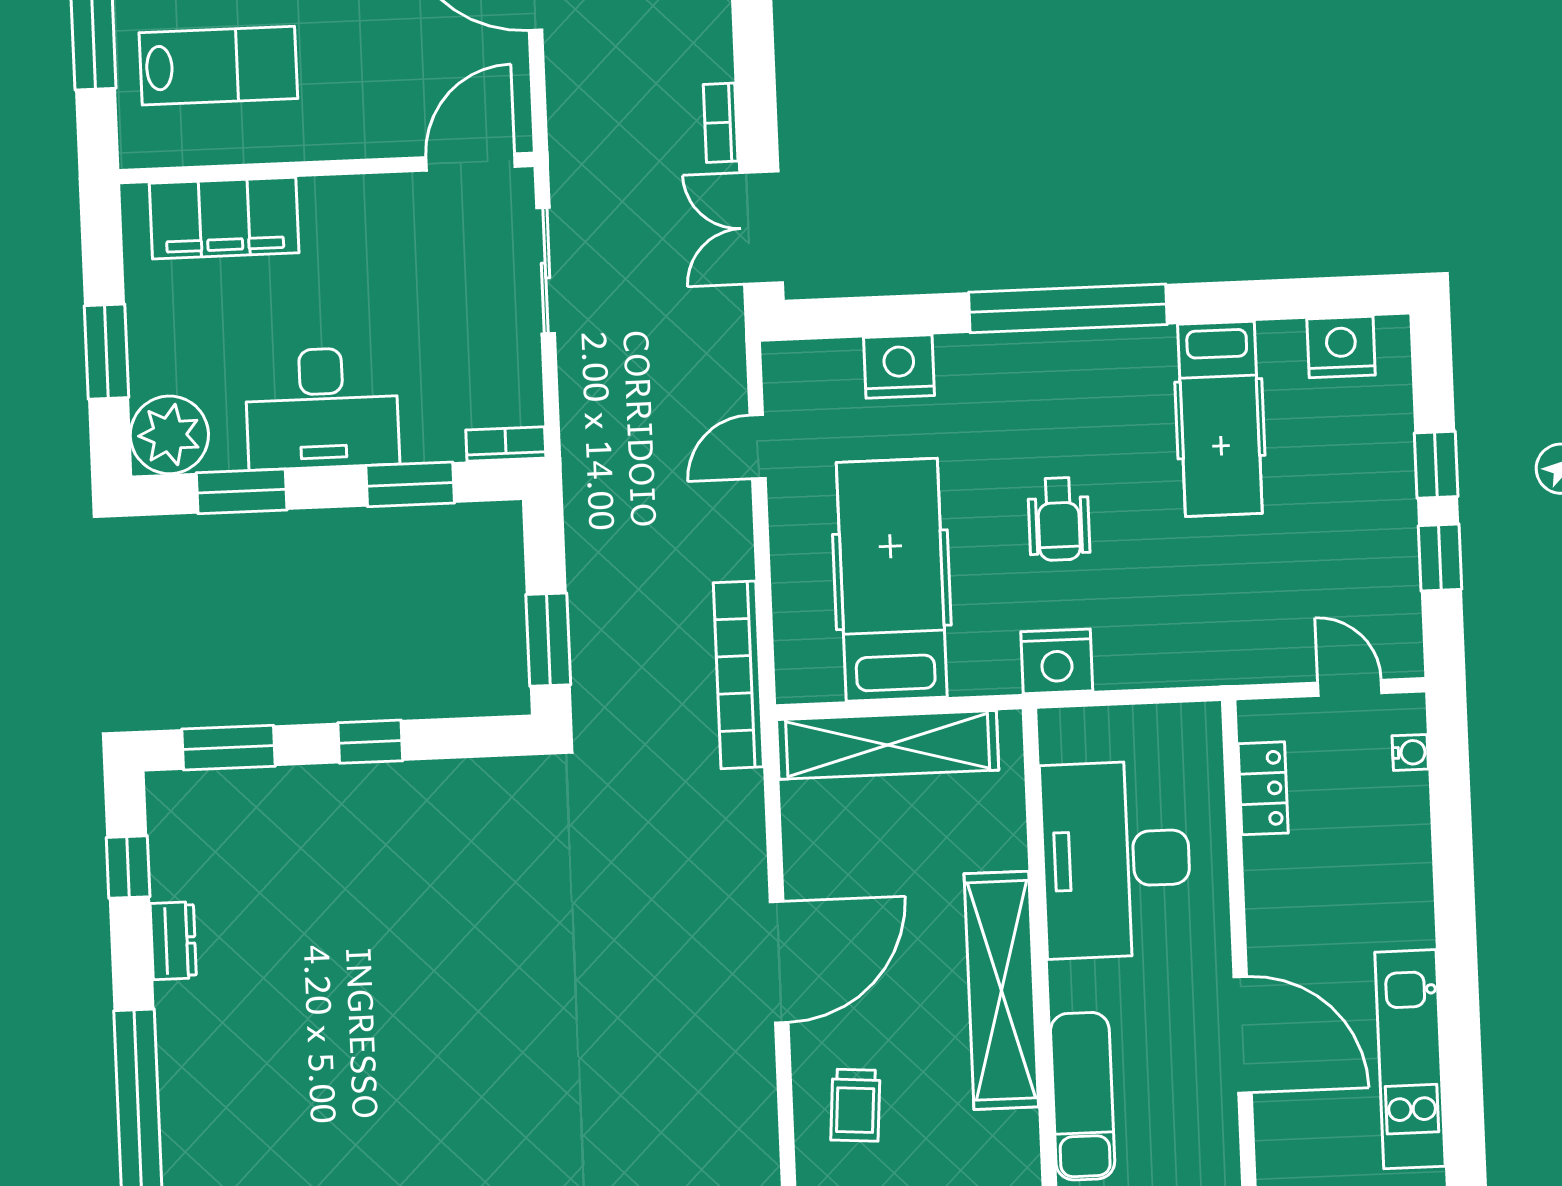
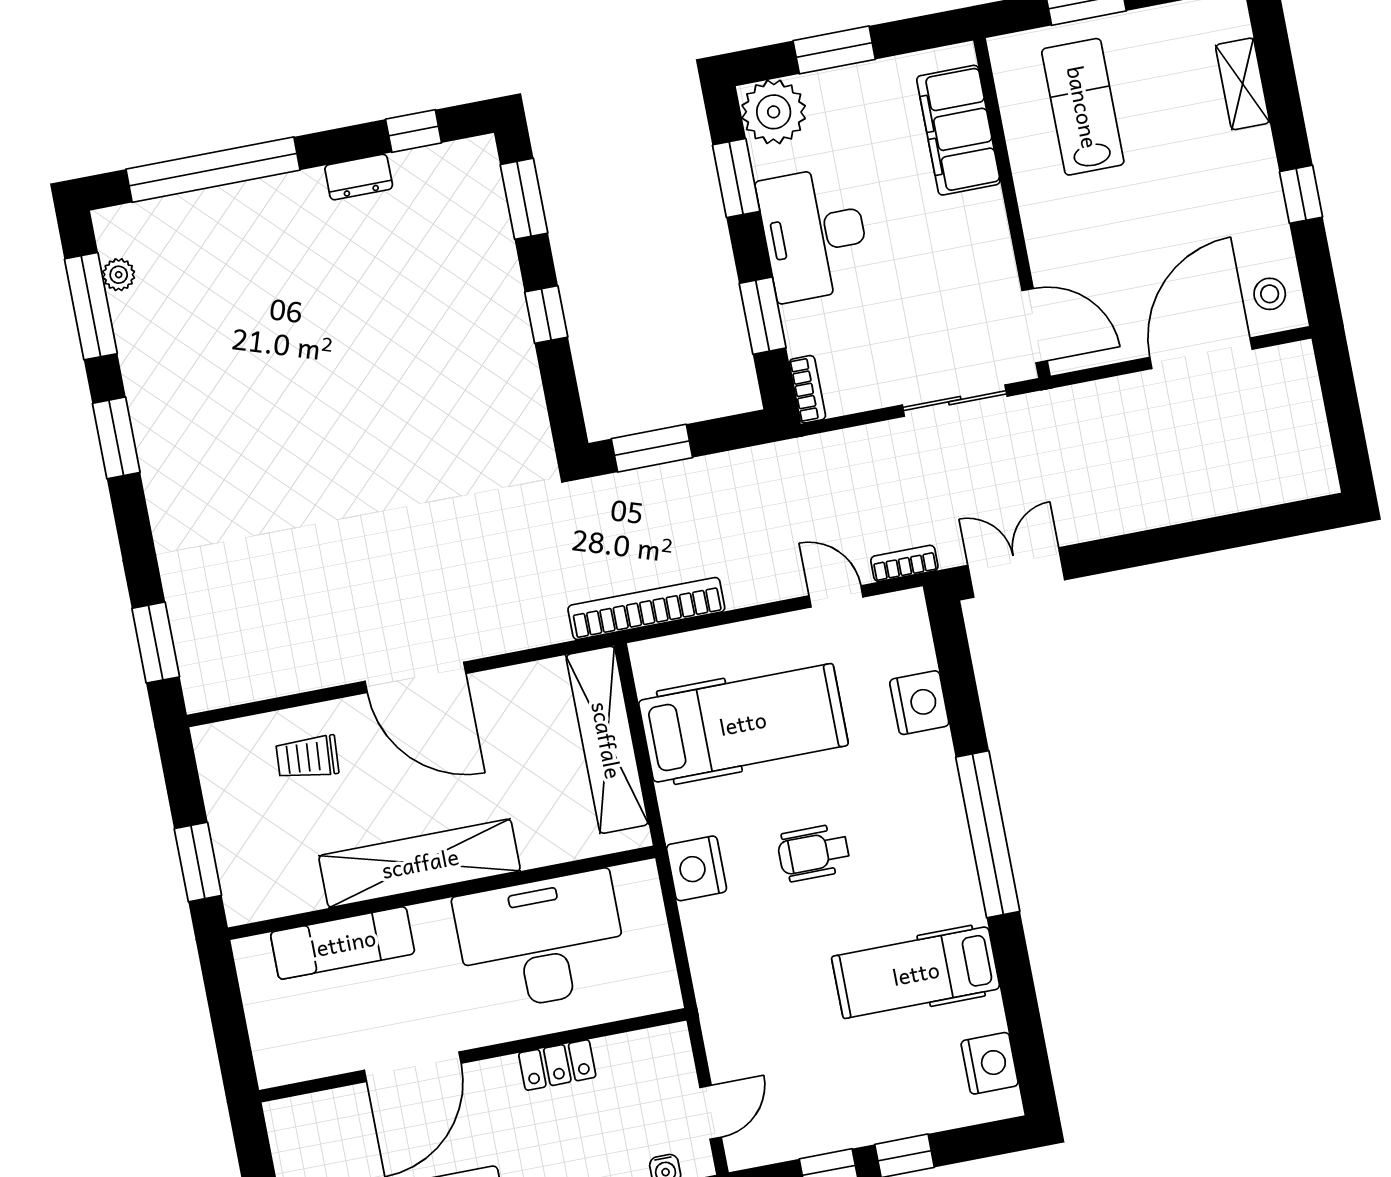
lab bench: (218, 66) -> (1083, 107), turned 180
bookcase: (721, 123) -> (904, 563), moved
locker: (1263, 788) -> (557, 1065), moved

